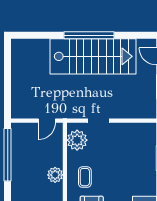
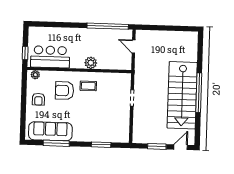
door: (47, 121) -> (134, 47), moved
plant: (77, 140) -> (117, 81), removed

